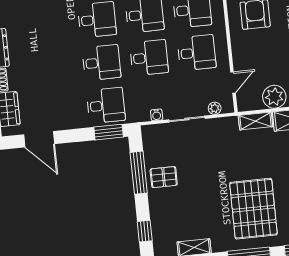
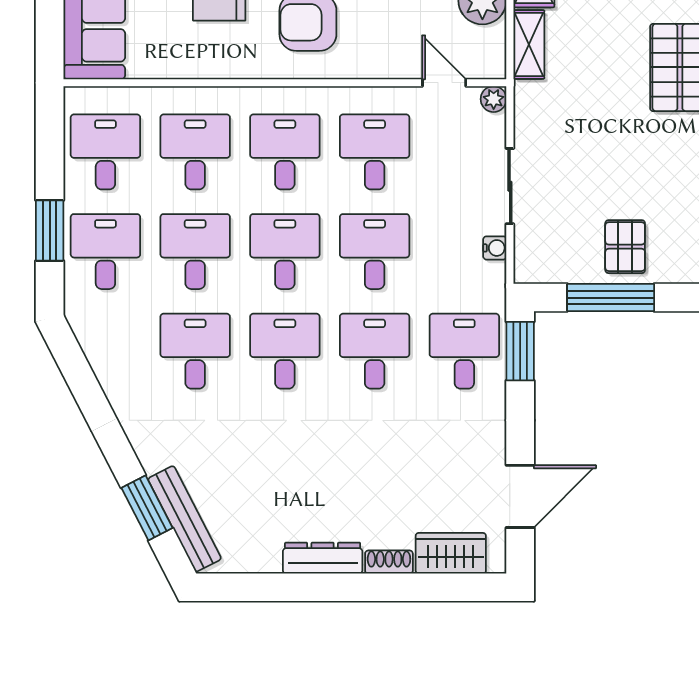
plant: (215, 108) -> (494, 99), moved

